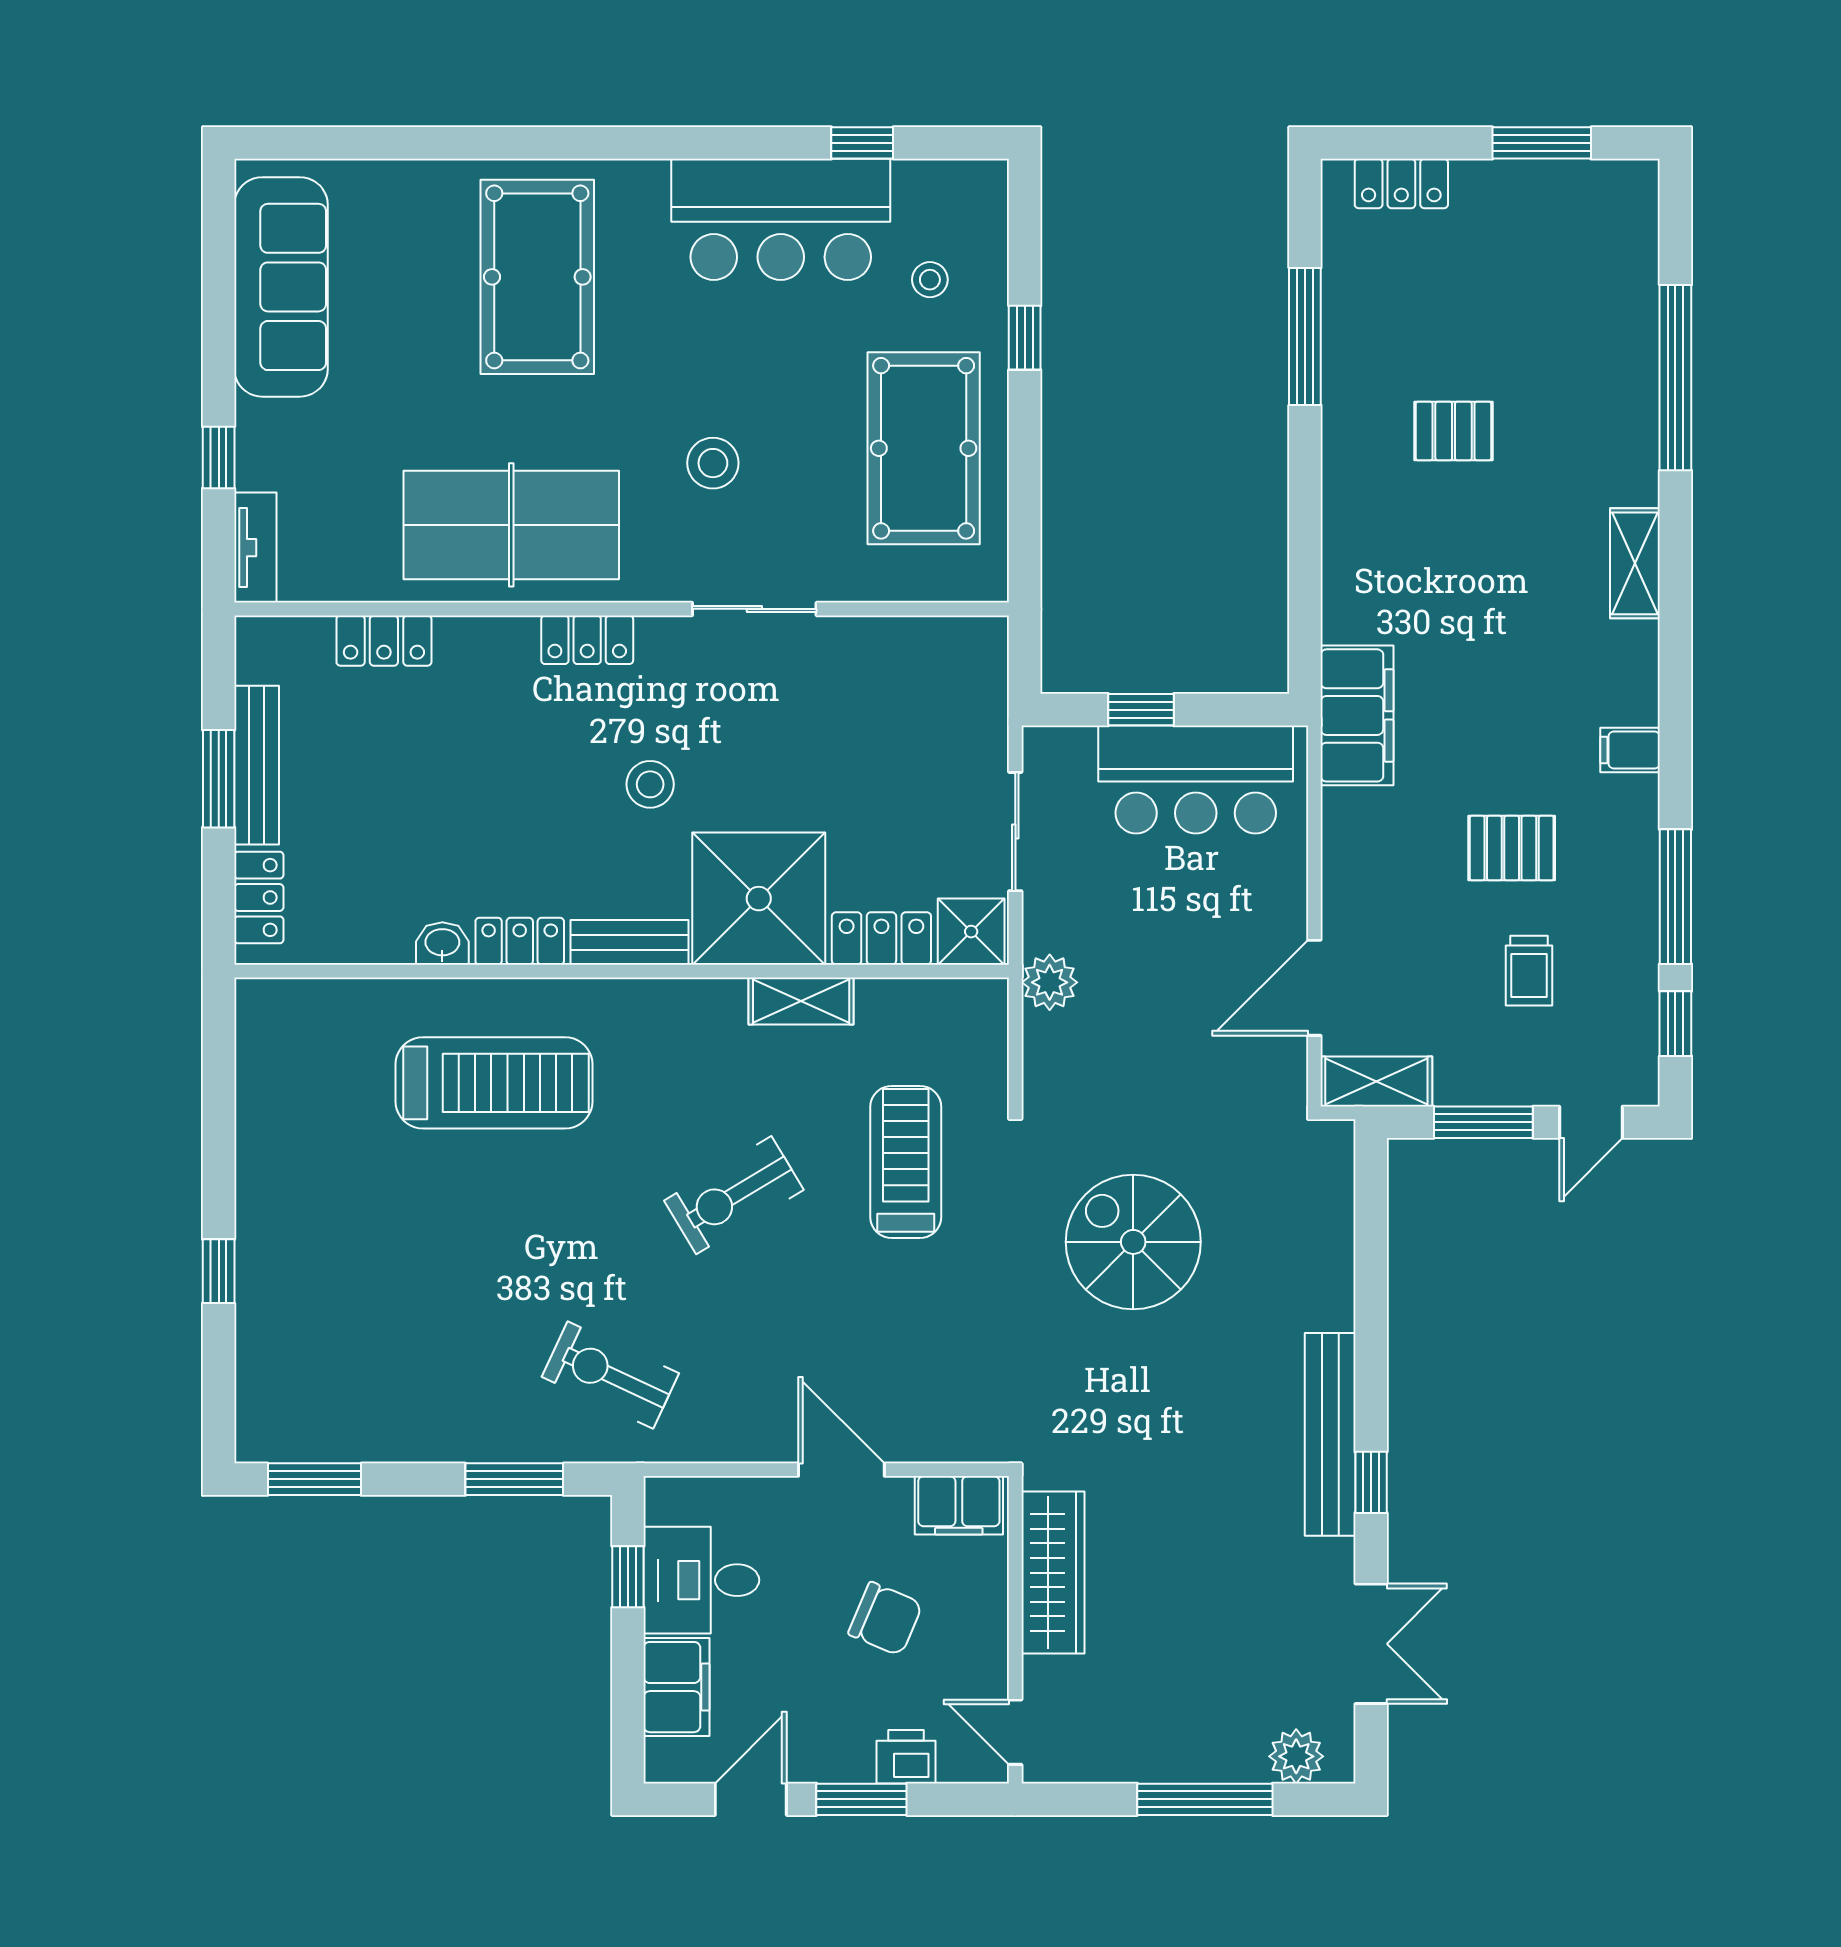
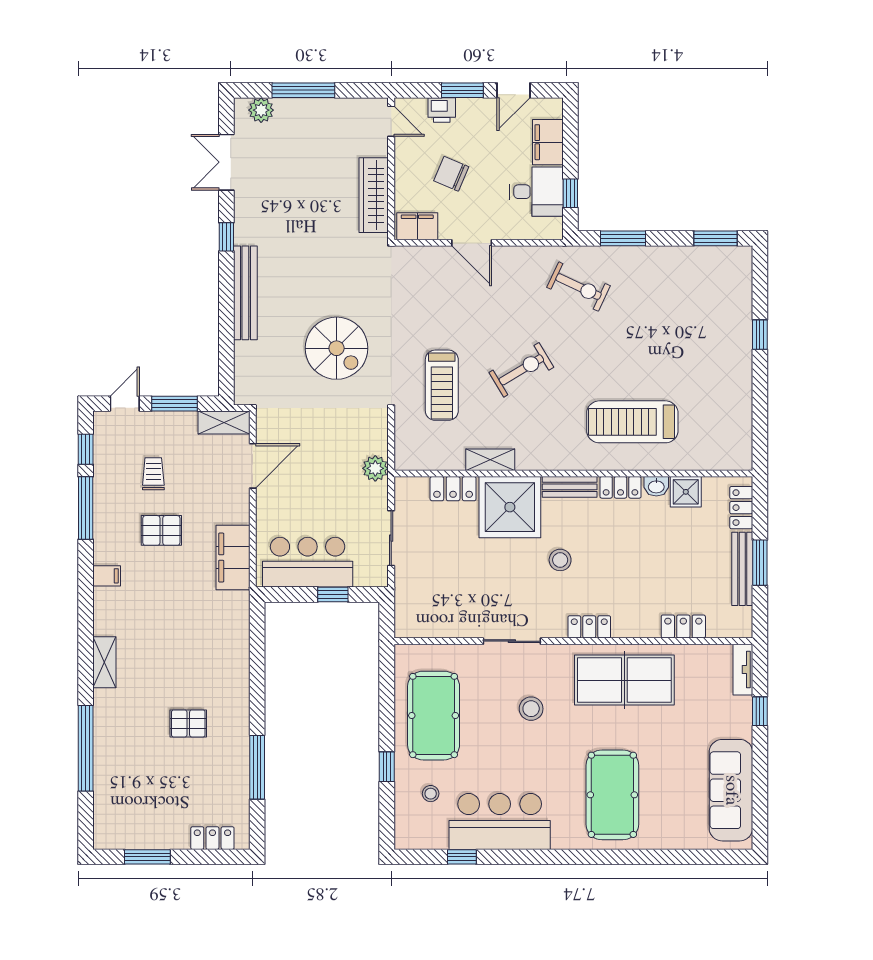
filing cabinet: (1357, 715) -> (233, 558), moved
shower: (971, 932) -> (686, 492), moved
bench: (1330, 1434) -> (245, 293), moved

